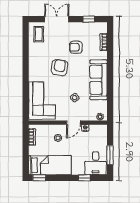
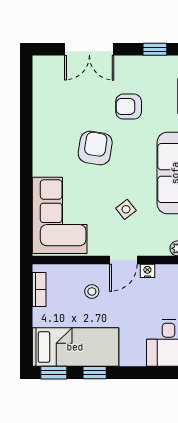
double door: (57, 19) -> (89, 49), swing flipped
coffee table: (39, 34) -> (53, 80), removed
window: (84, 178) -> (95, 373), moved

